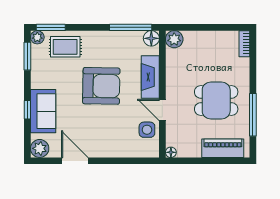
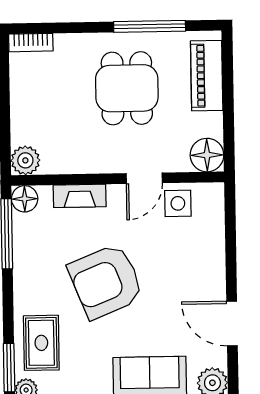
fireplace: (150, 77) -> (80, 196), width x0.73, depth x0.76
armchair: (101, 86) -> (106, 281), turned -113
floor lamp: (171, 152) -> (207, 155), width x1.89, depth x1.89
door: (75, 161) -> (232, 323), hinge flipped

